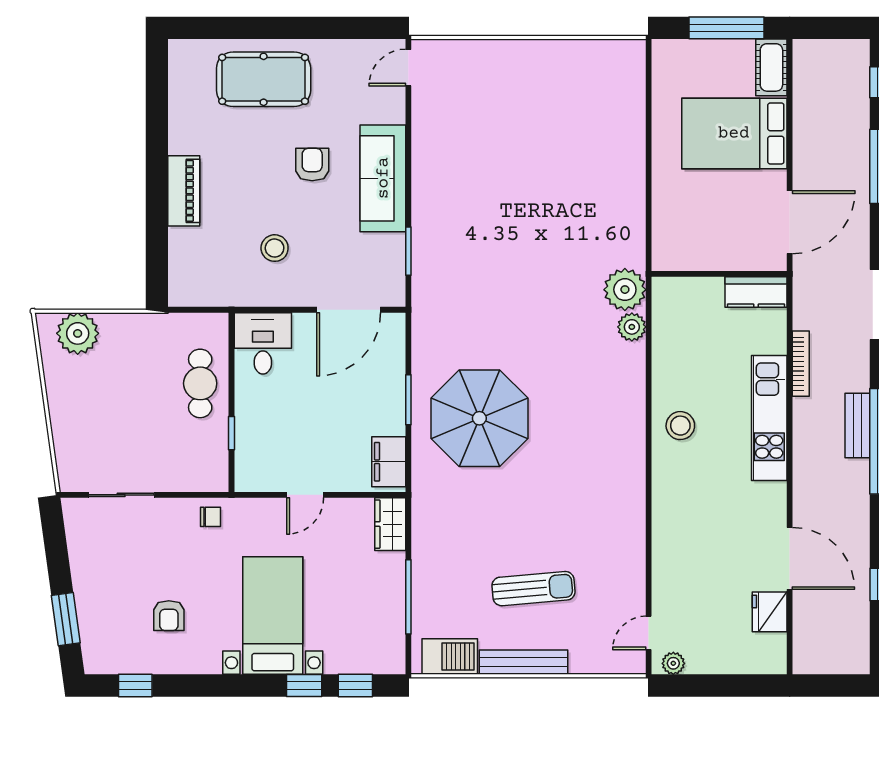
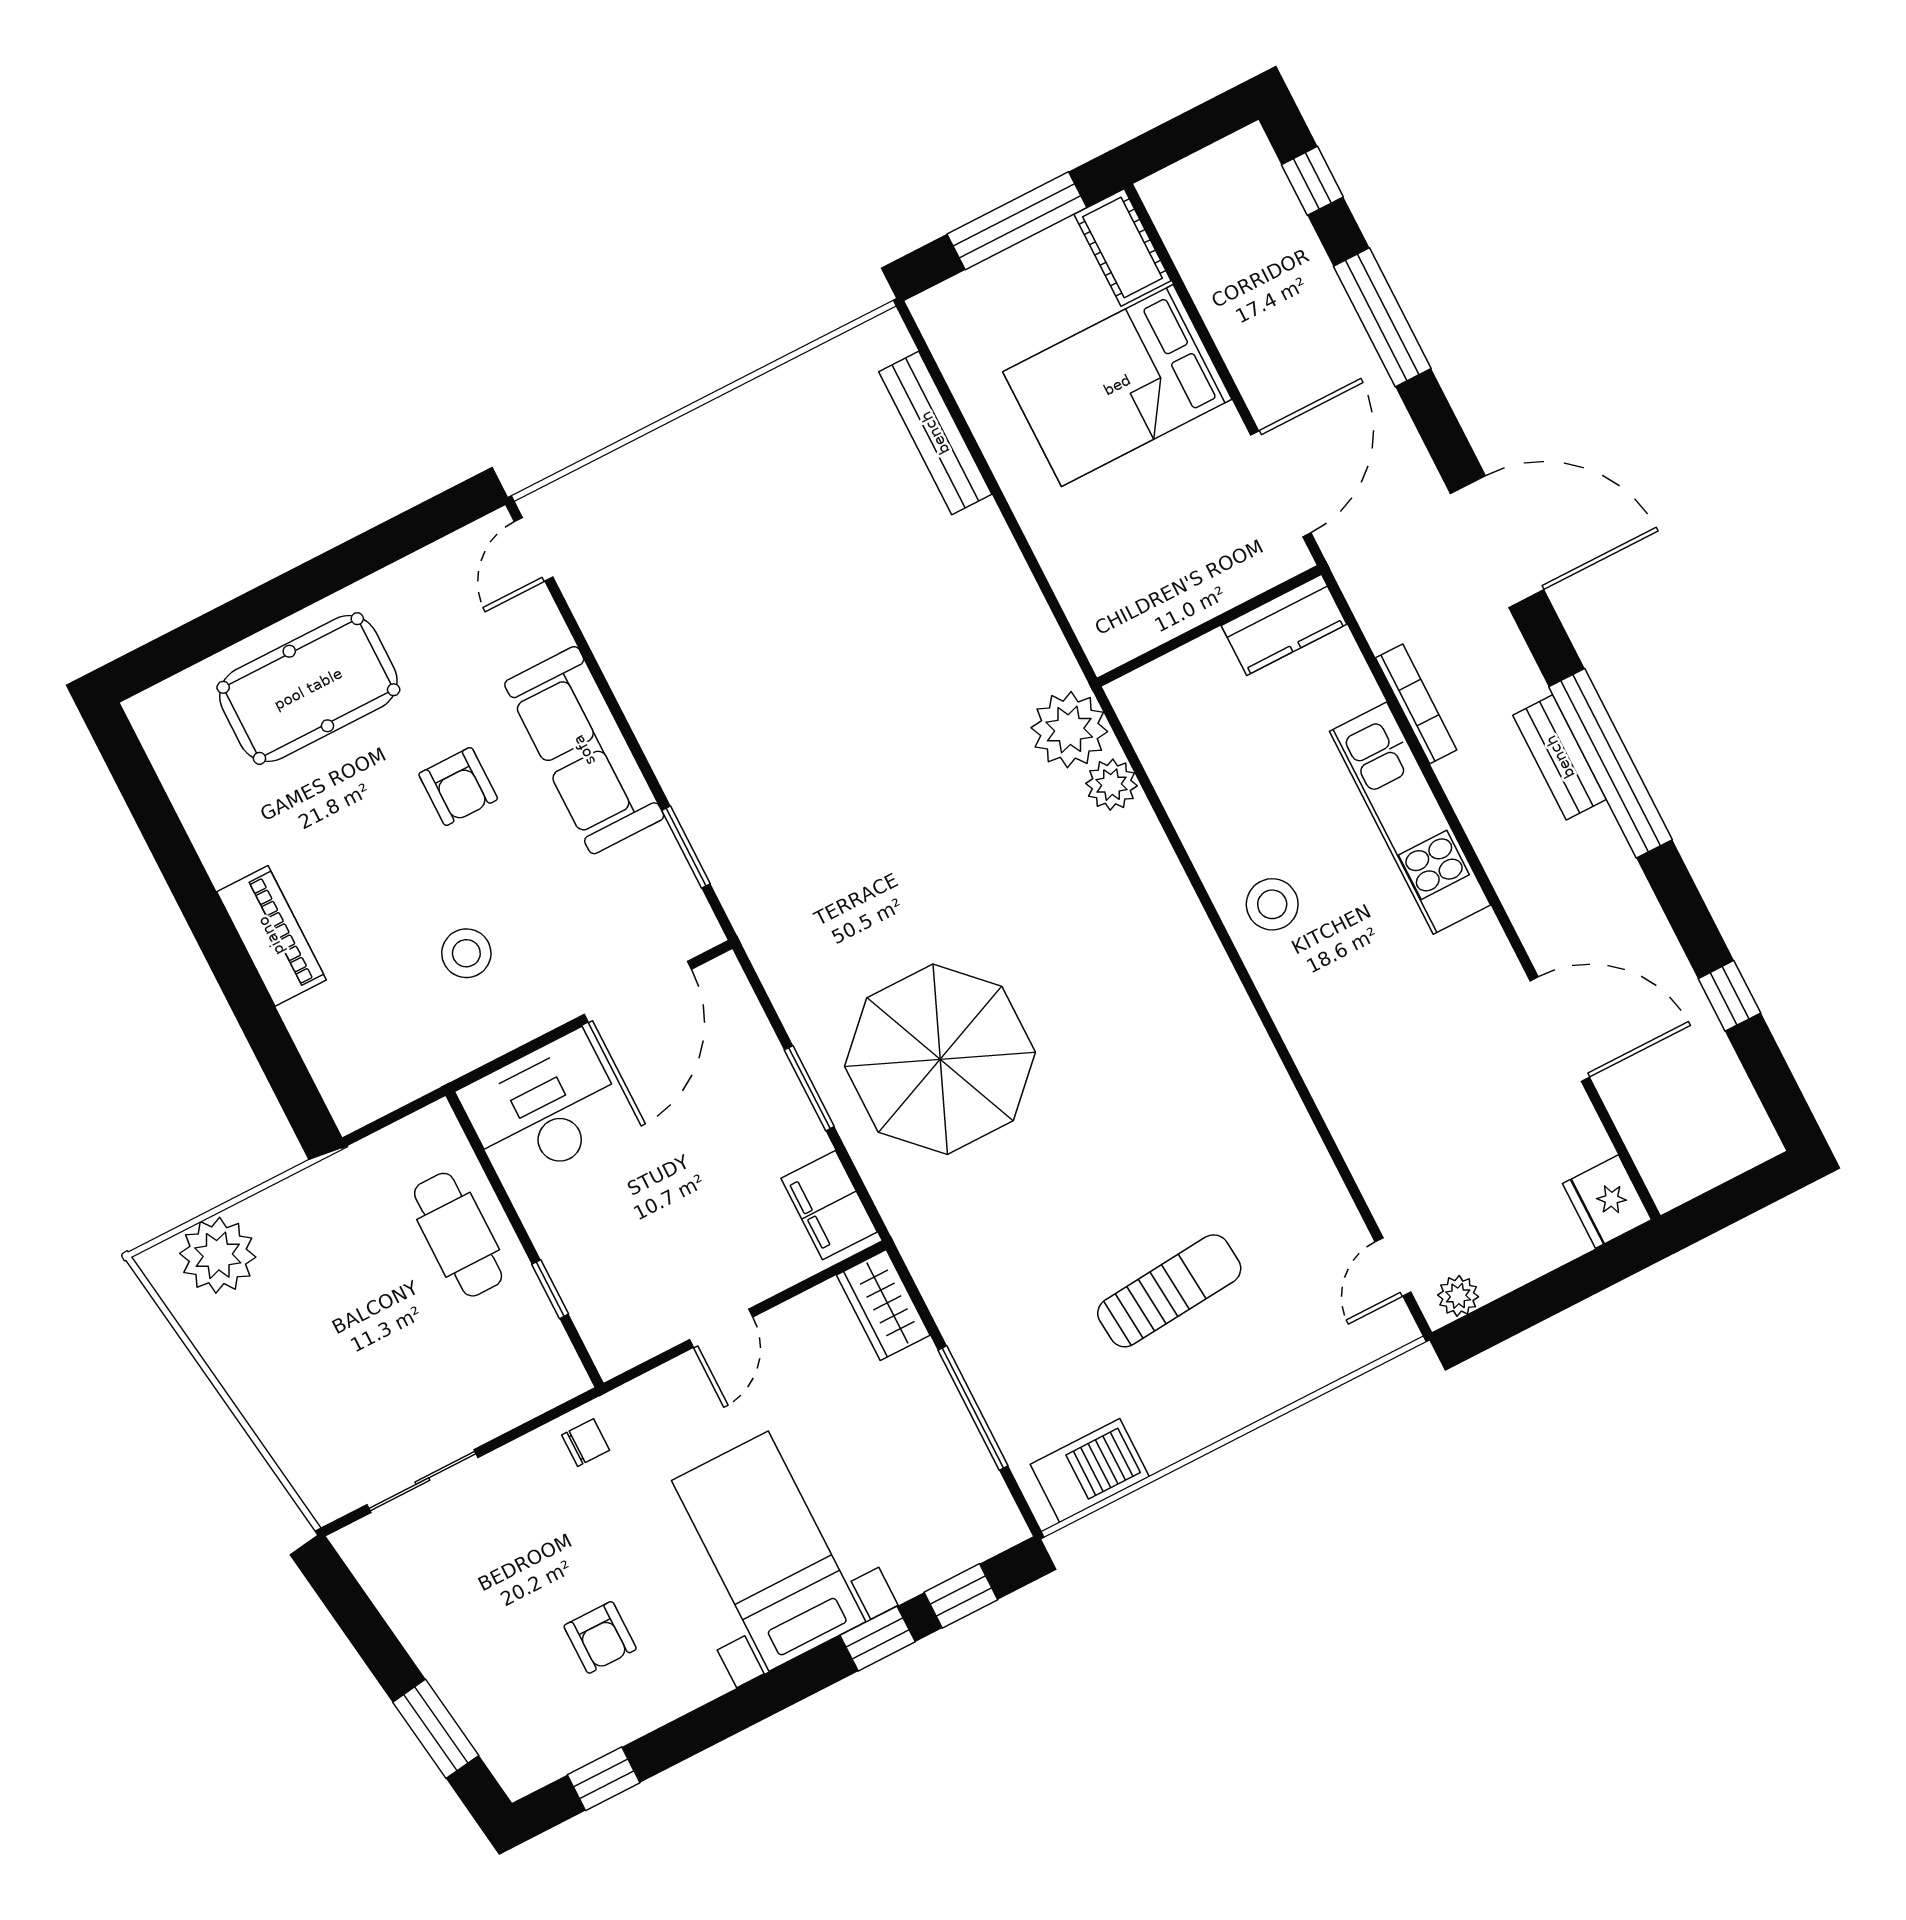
armchair: (312, 165) -> (458, 787), turned 180
desk: (263, 343) -> (544, 1109), width x1.37
fridge: (770, 612) -> (1607, 1202), moved
bench: (524, 662) -> (935, 433), moved, turned 90

